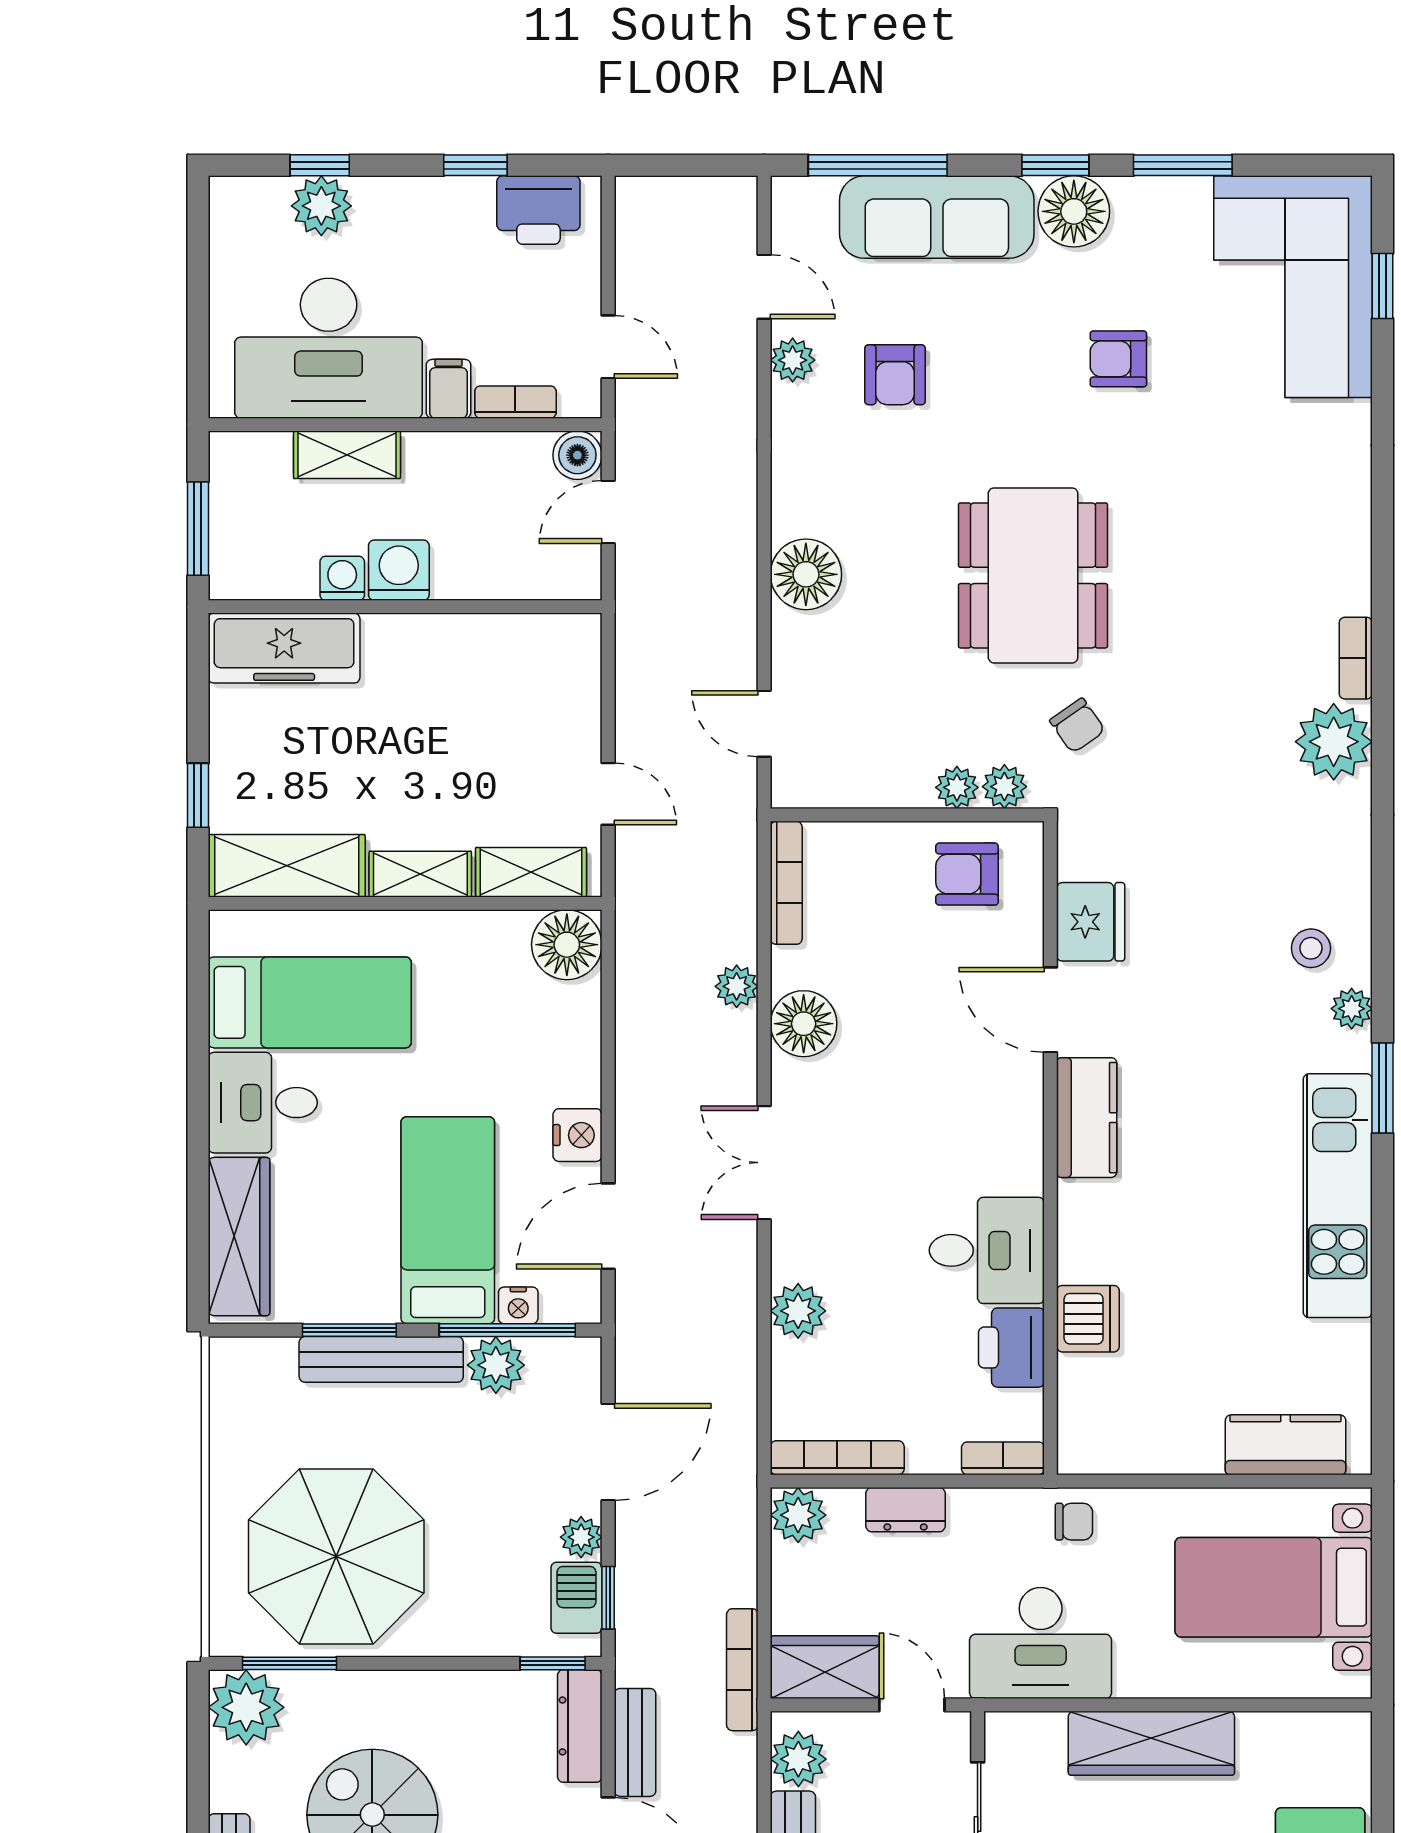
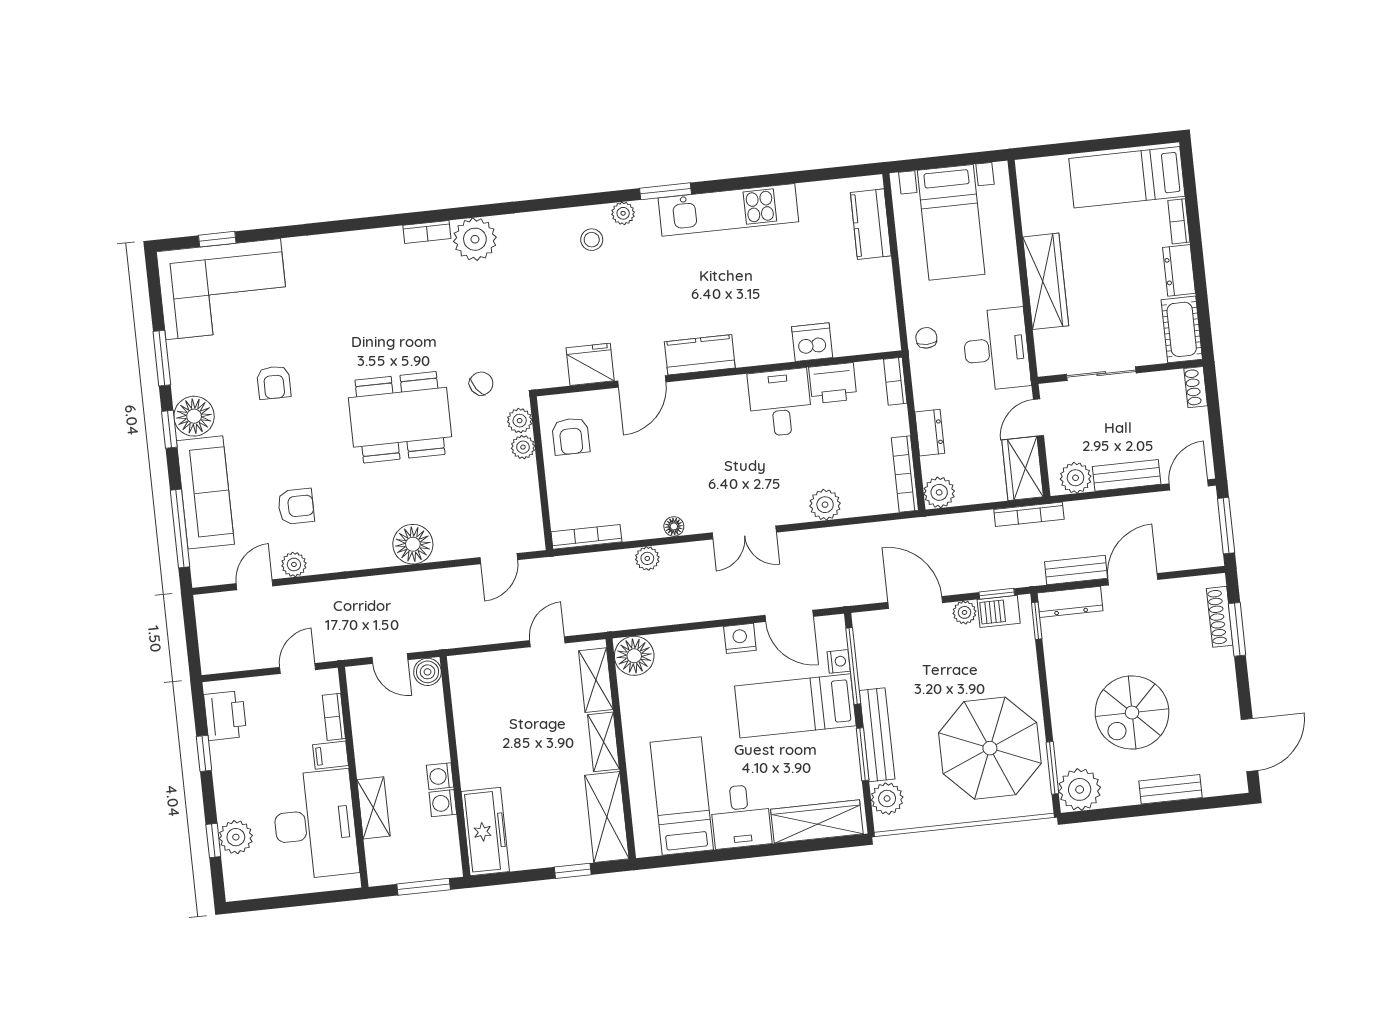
boiler: (577, 455) -> (427, 672), moved
washing machine: (399, 570) -> (440, 776), width x0.73, depth x0.73
floor lamp: (804, 1024) -> (674, 526), width x0.53, depth x0.53
plant: (496, 1365) -> (887, 799), moved

